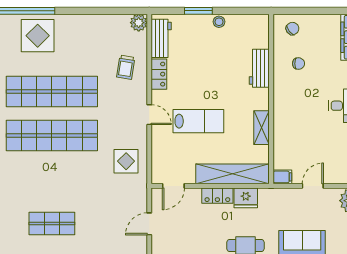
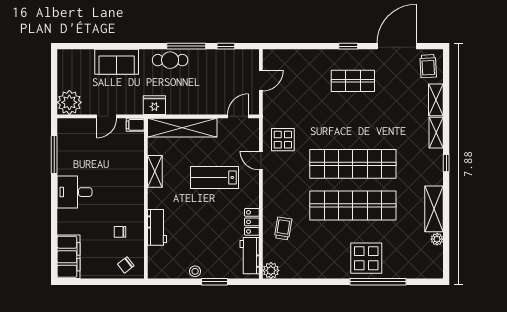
door: (149, 115) -> (261, 161), moved
locker: (217, 196) -> (197, 107), removed
fridge: (246, 198) -> (154, 105), moved

